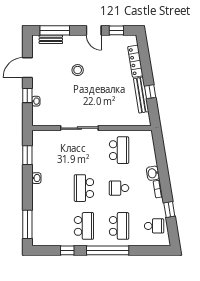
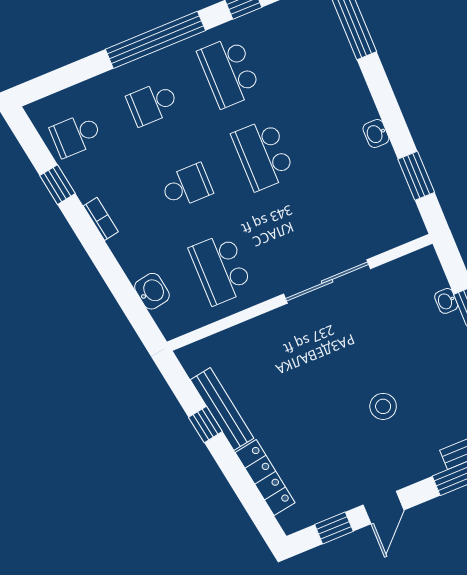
door: (94, 30) -> (384, 507), swing flipped
washbasin: (153, 173) -> (152, 291), moved
school desk: (84, 188) -> (263, 155), turned 180
school desk: (119, 226) -> (152, 103), width x0.54

